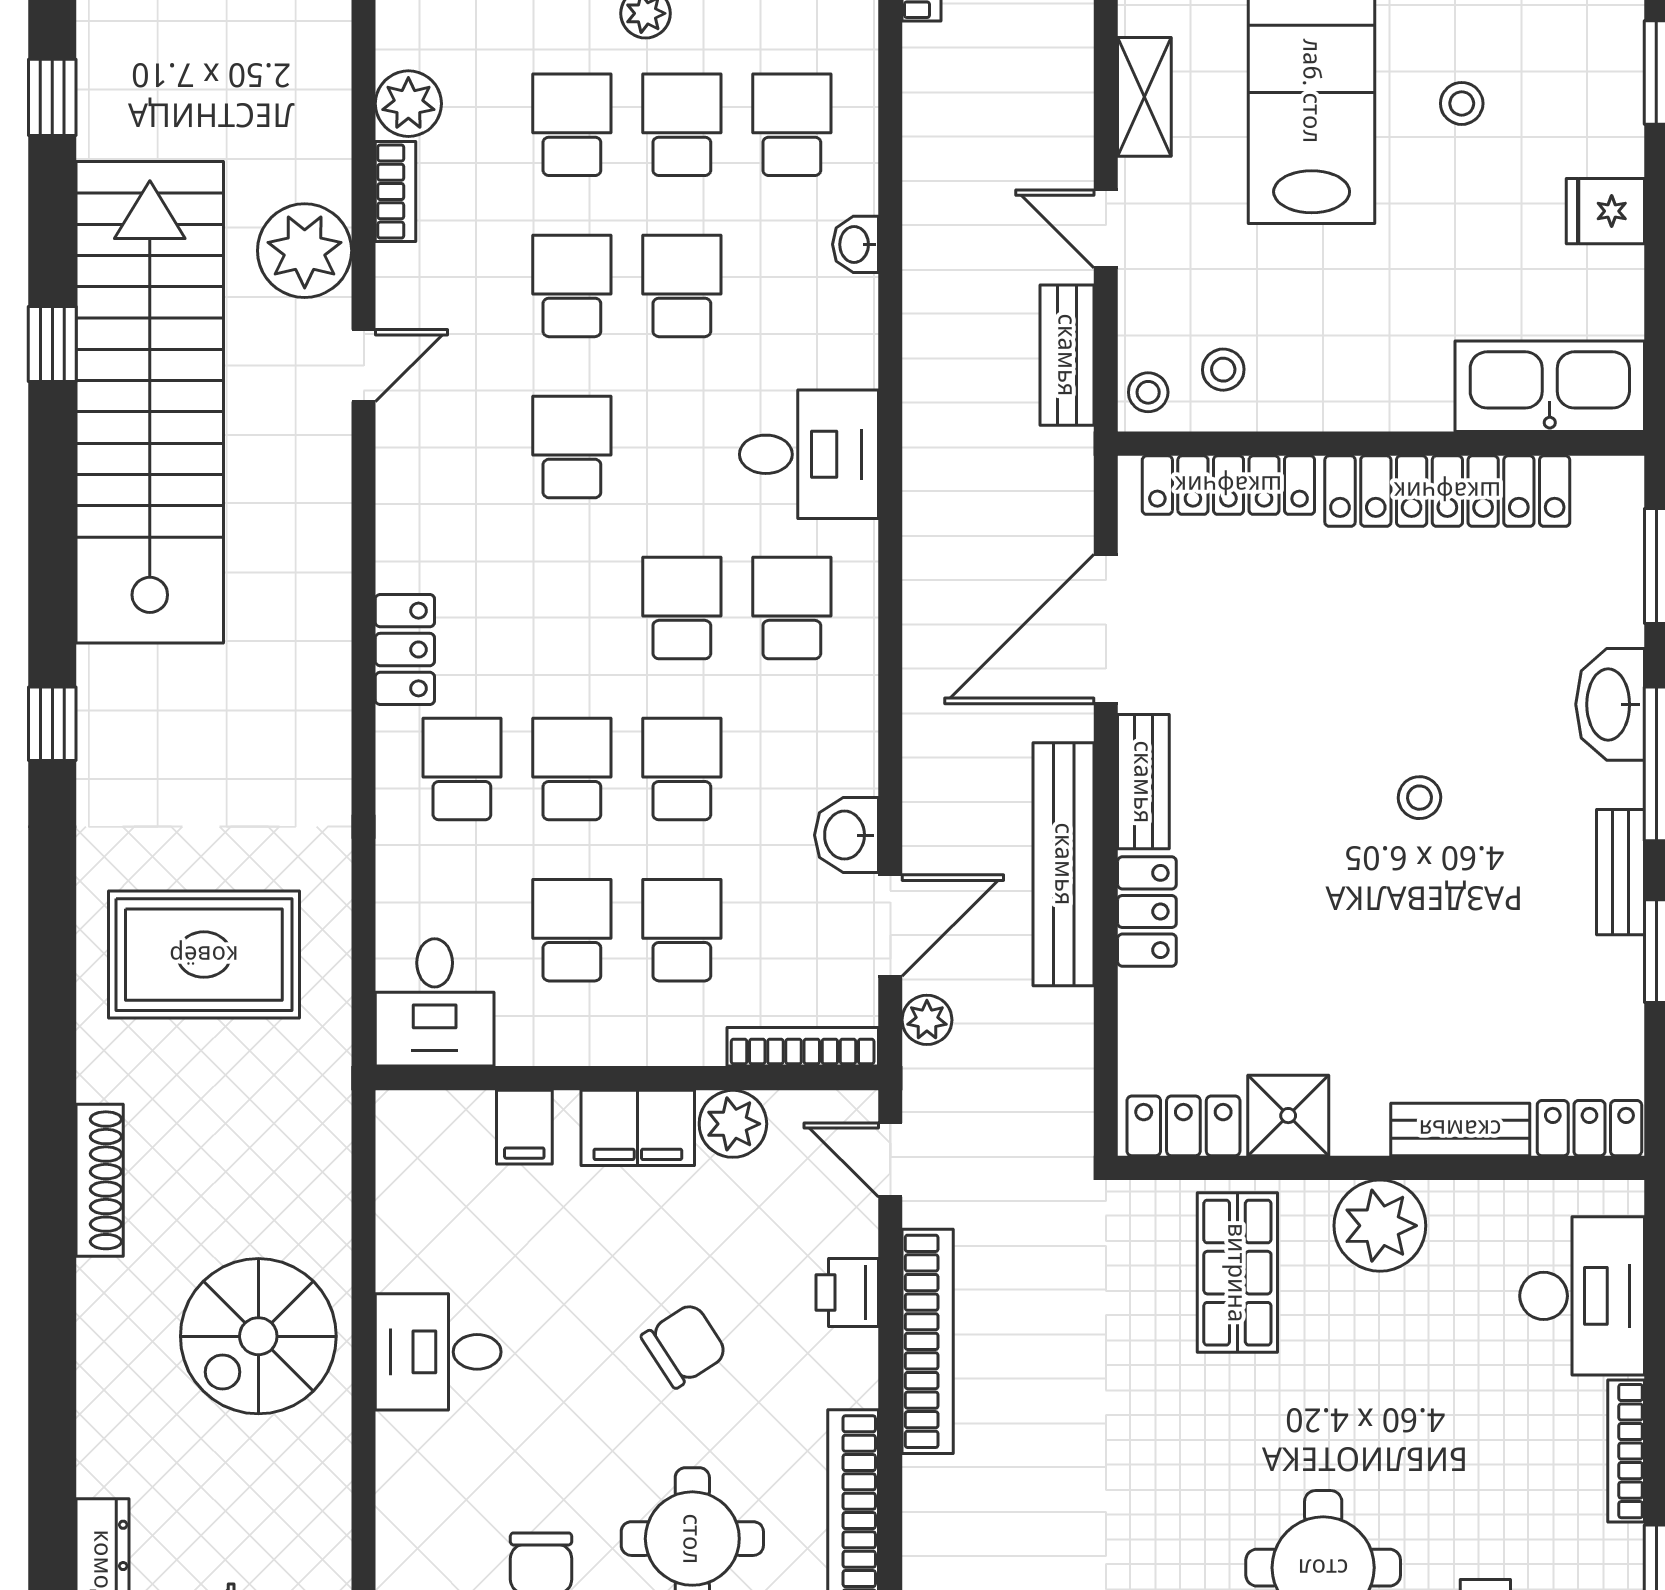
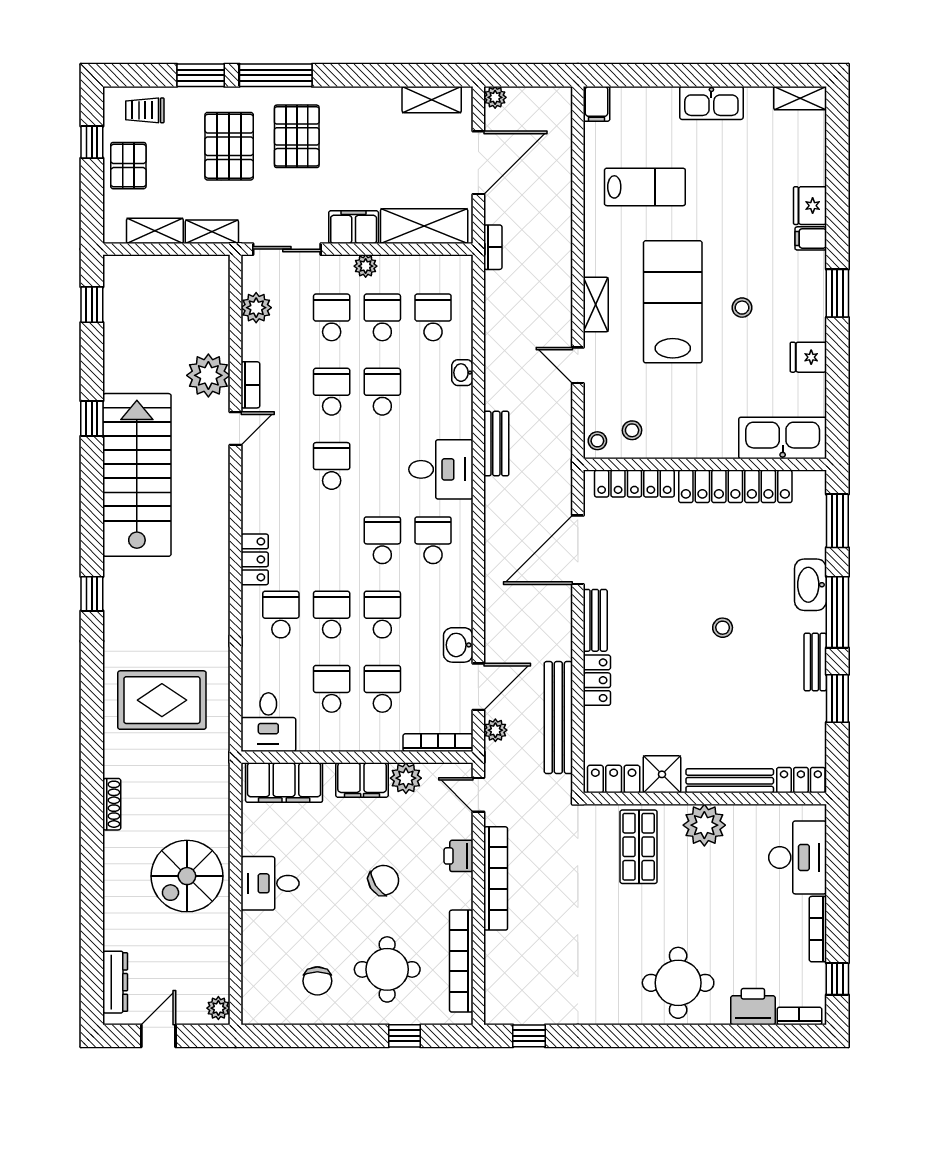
bookcase: (396, 192) -> (250, 385), moved
bench: (1067, 355) -> (496, 444), moved
stairs: (150, 402) -> (137, 475), width x0.73
bench: (1064, 864) -> (558, 718), moved
filing cabinet: (524, 1127) -> (284, 783), width x3.00, depth x1.17
bench: (1460, 1129) -> (730, 781), width x1.36
shoe rack: (100, 1180) -> (112, 804), width x0.74, depth x0.81

